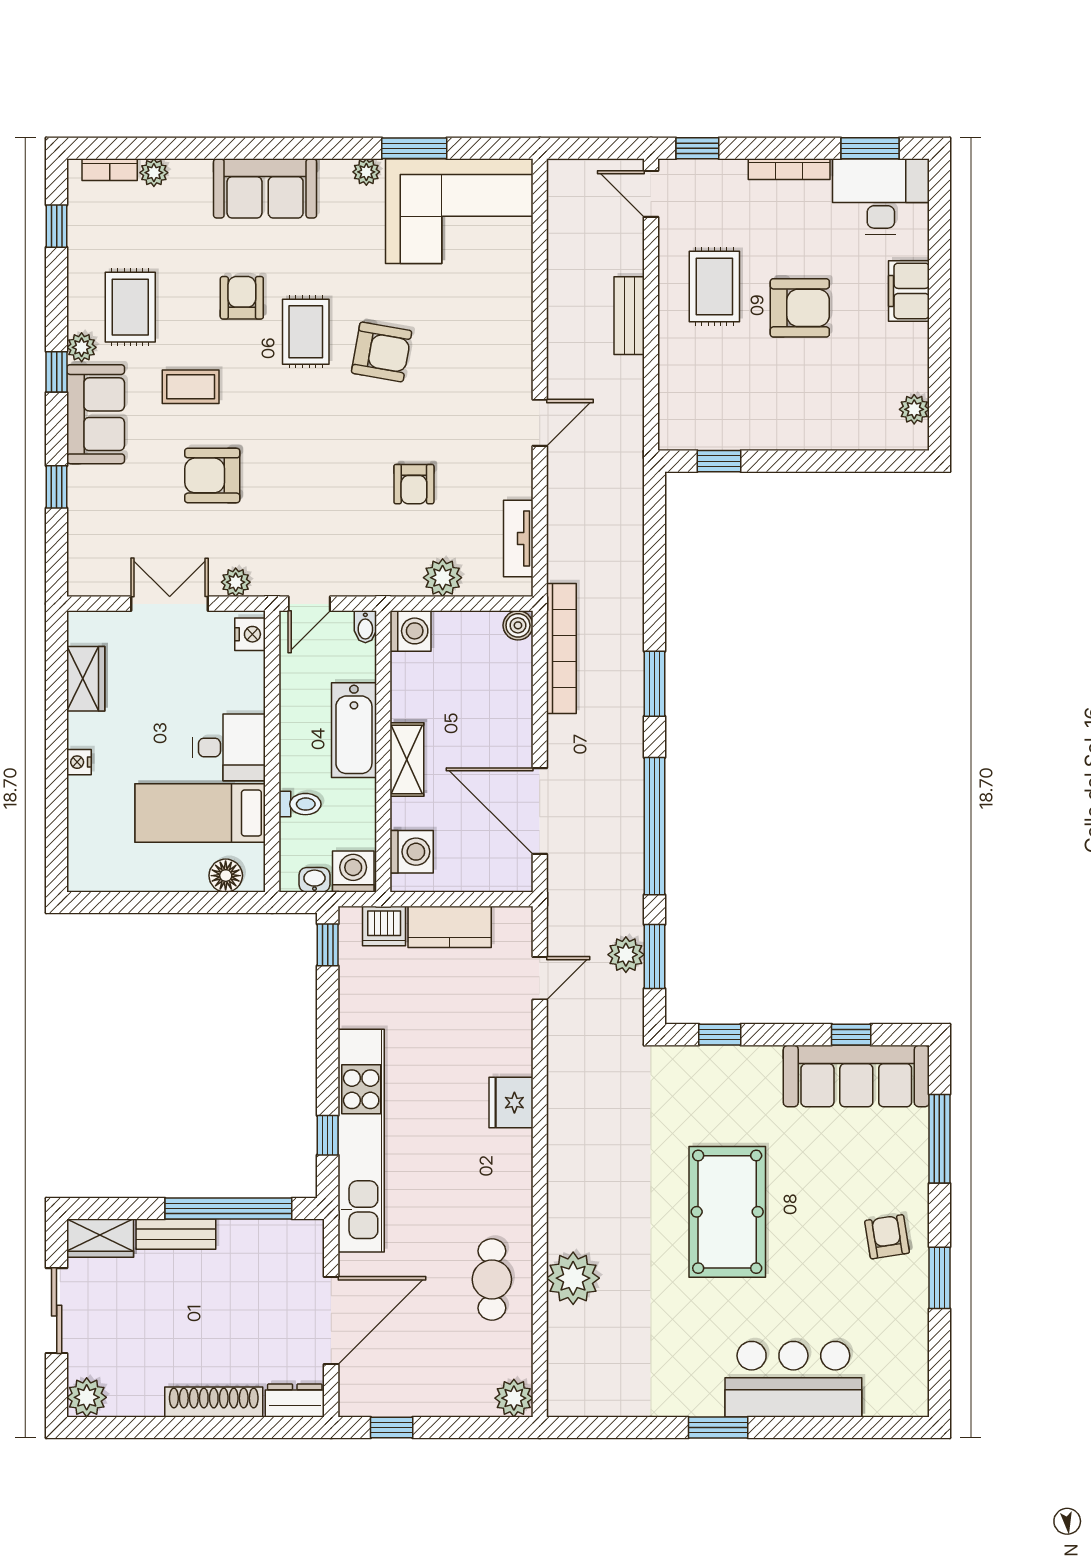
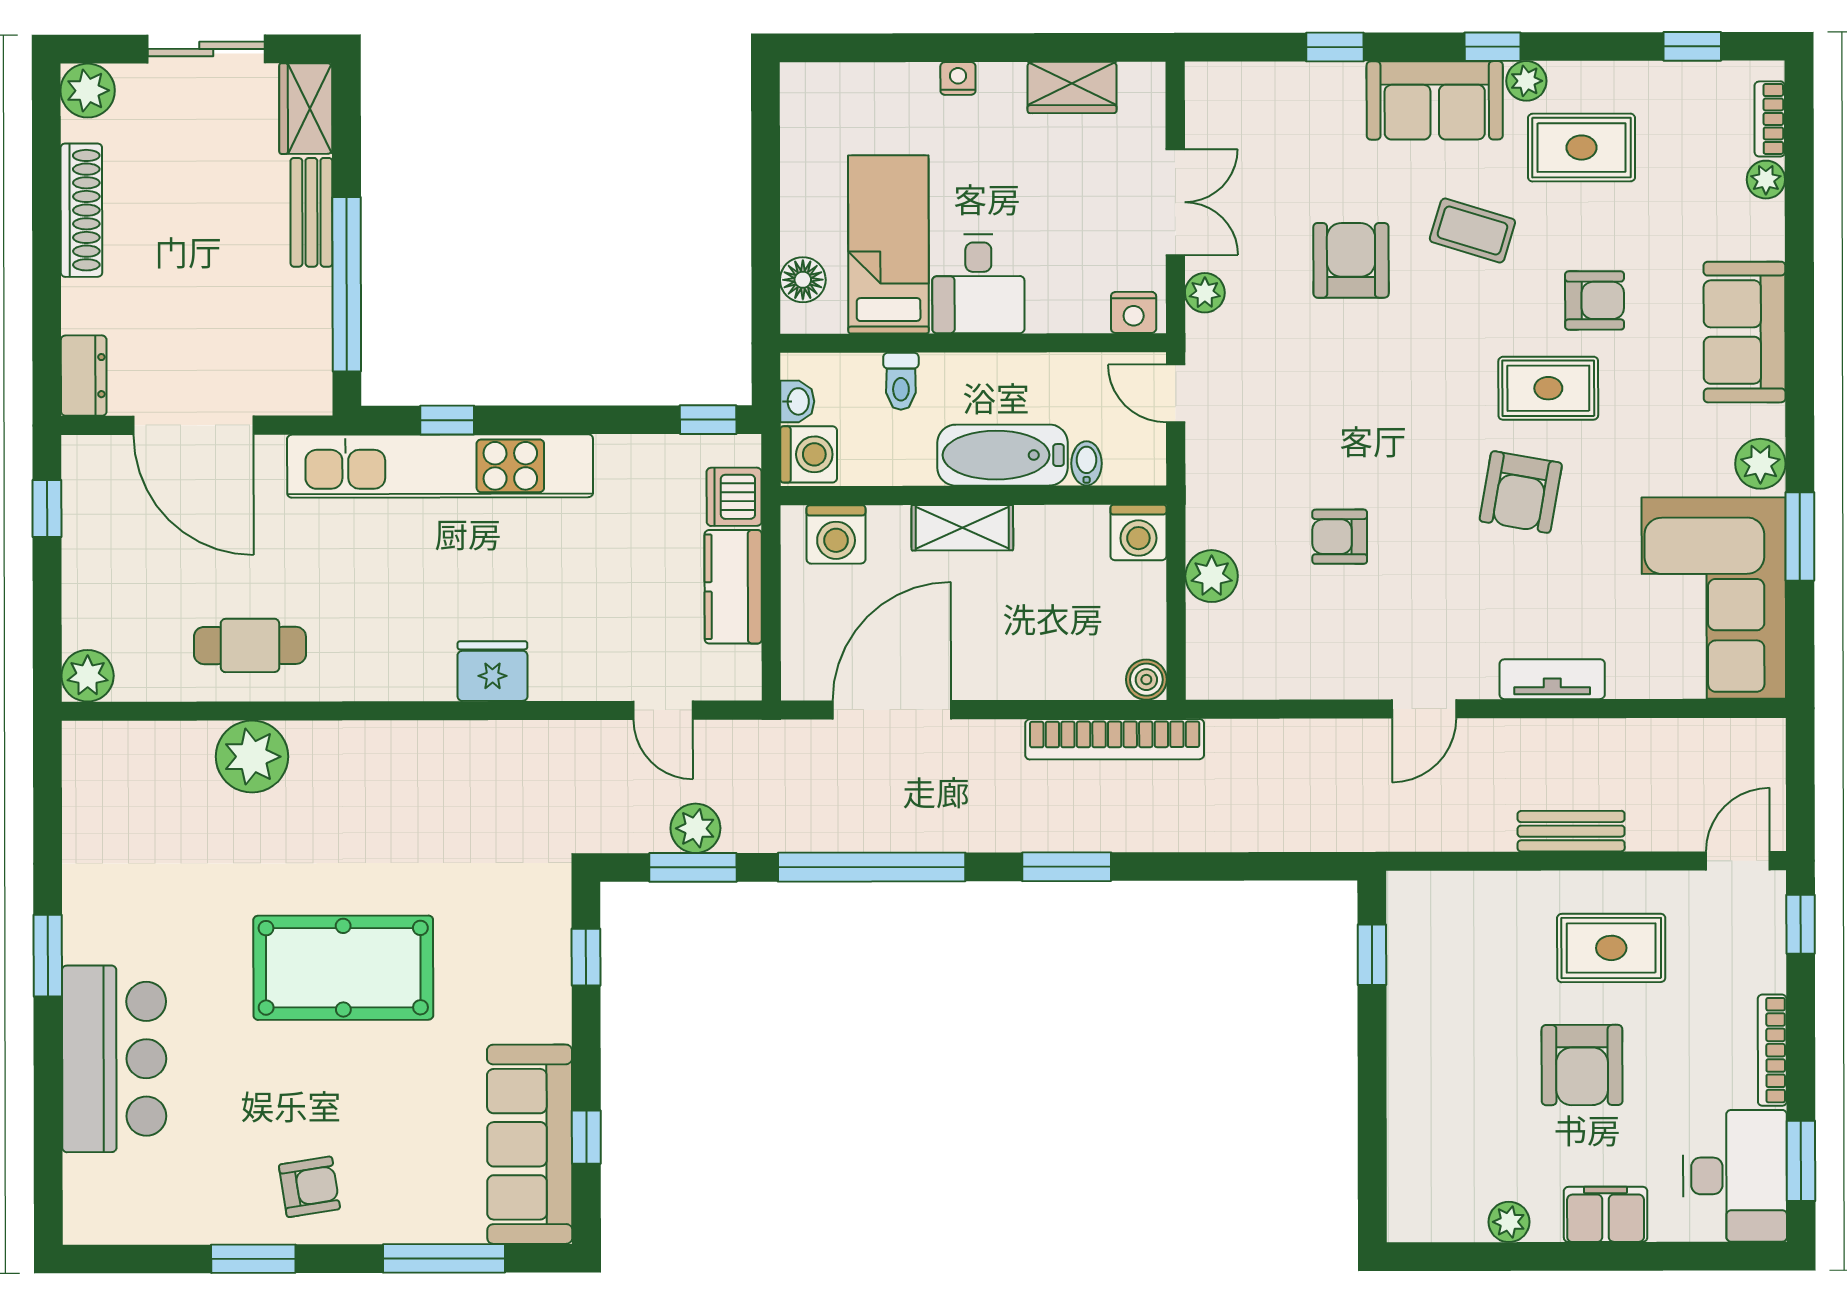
plant: (366, 172) -> (1760, 464), width x1.38, depth x1.38
coffee table: (191, 387) -> (1472, 231), turned -73
plant: (914, 409) -> (1509, 1222), moved
door: (540, 423) -> (1424, 709), hinge flipped
tv unit: (518, 538) -> (1552, 679), moved
bidet: (365, 627) -> (1087, 463), moved, turned 90
shoe rack: (214, 1402) -> (81, 210), moved

